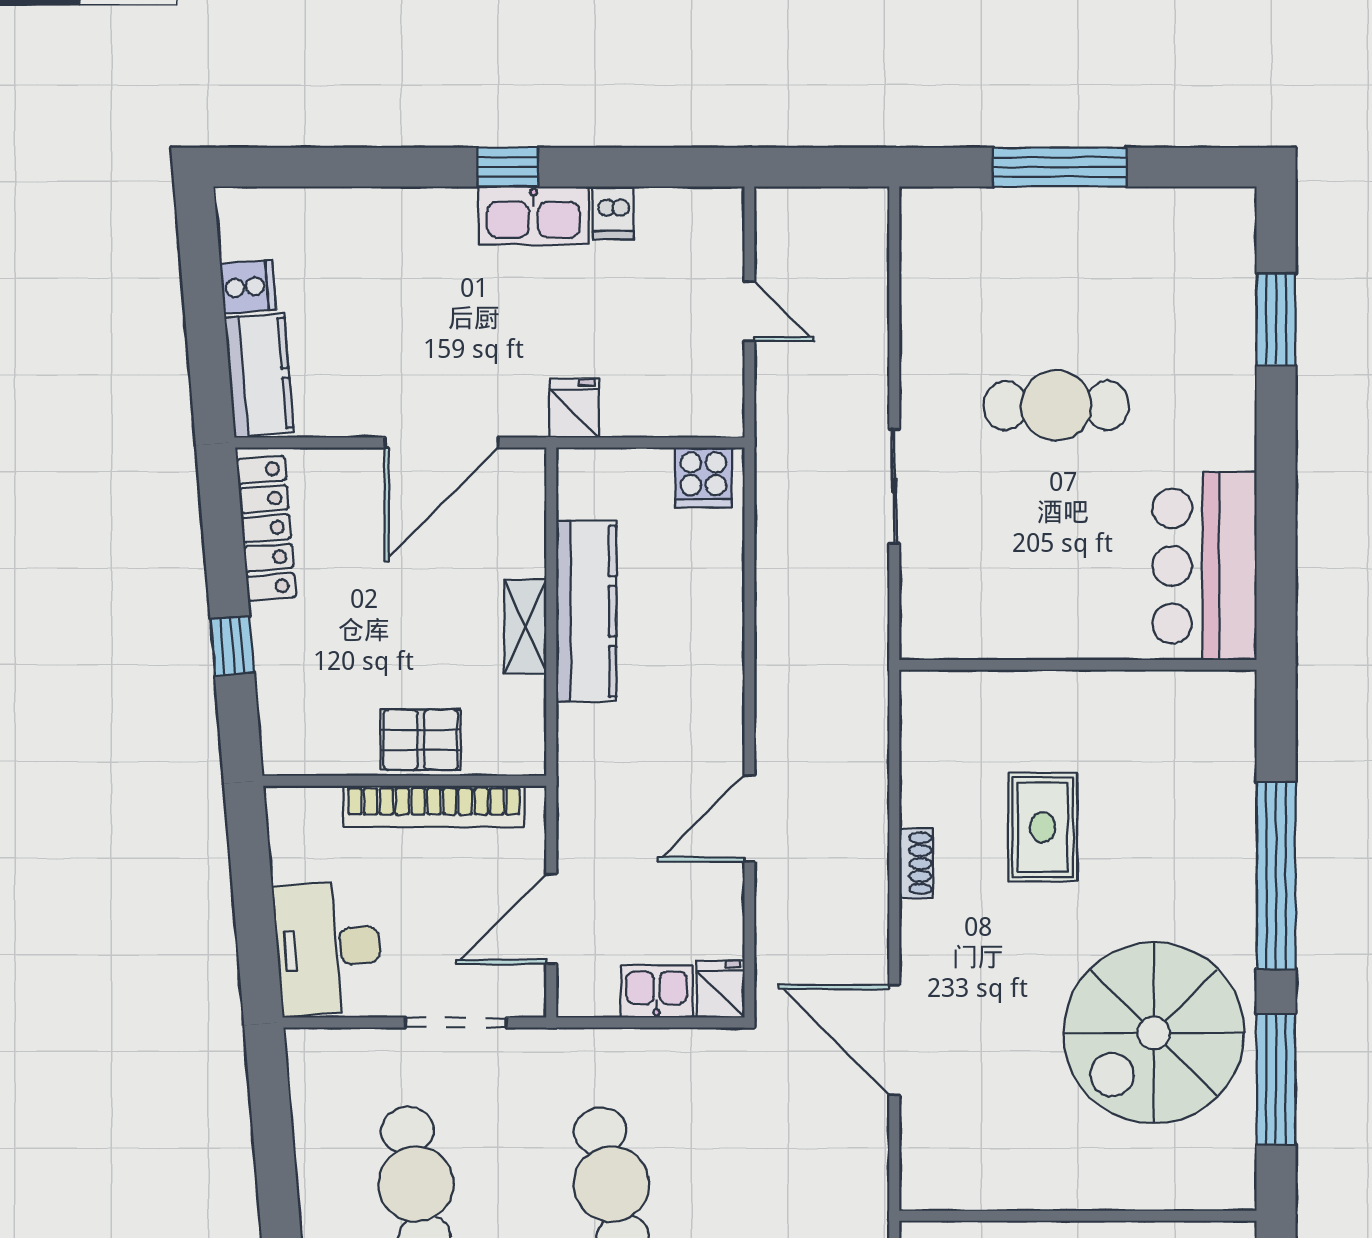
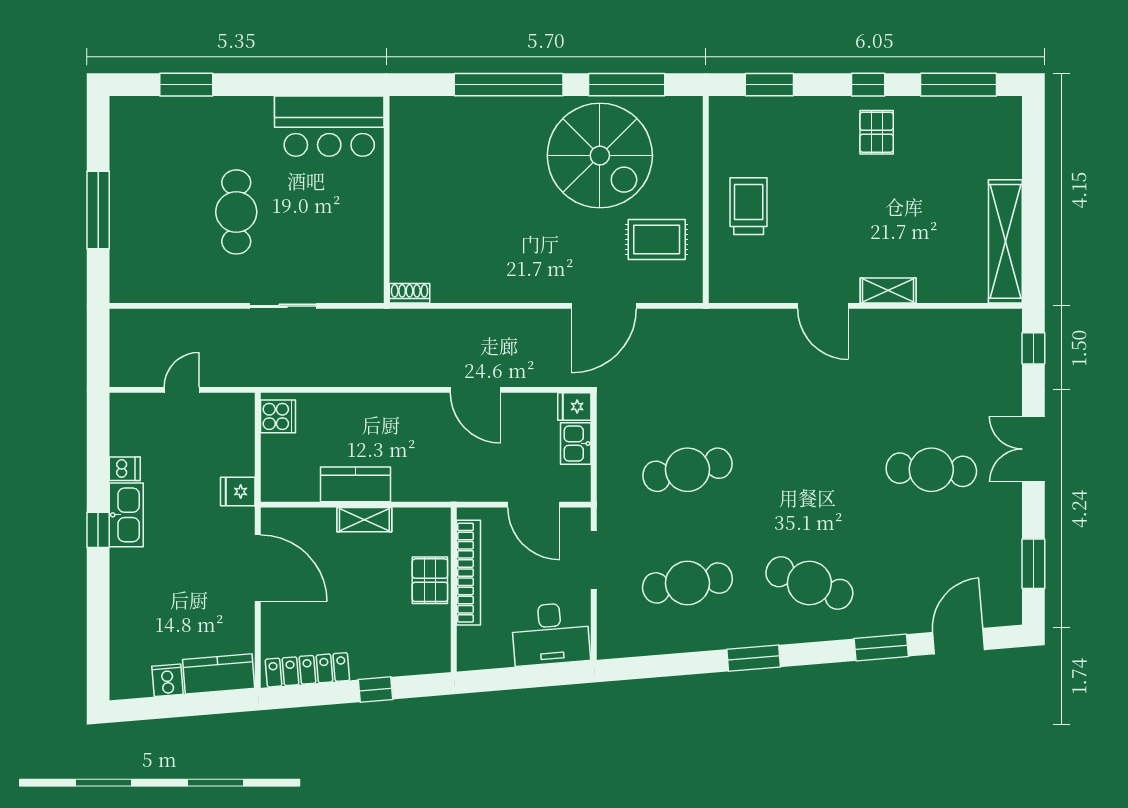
kitchen counter: (586, 611) -> (355, 484), width x0.67
rug: (1043, 827) -> (657, 240), moved
shoe rack: (916, 863) -> (410, 293), moved

